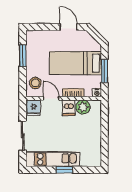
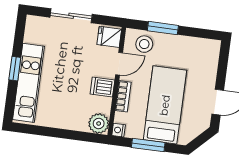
window: (23, 56) -> (163, 28), moved
plant: (83, 107) -> (99, 123), moved
kitchen unit: (53, 159) -> (28, 83), moved

